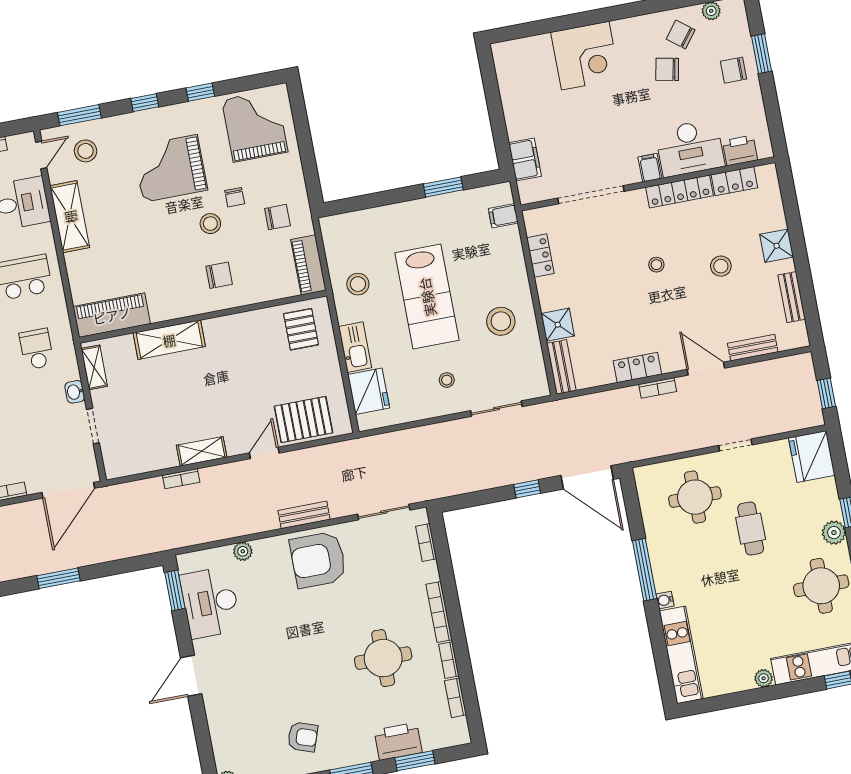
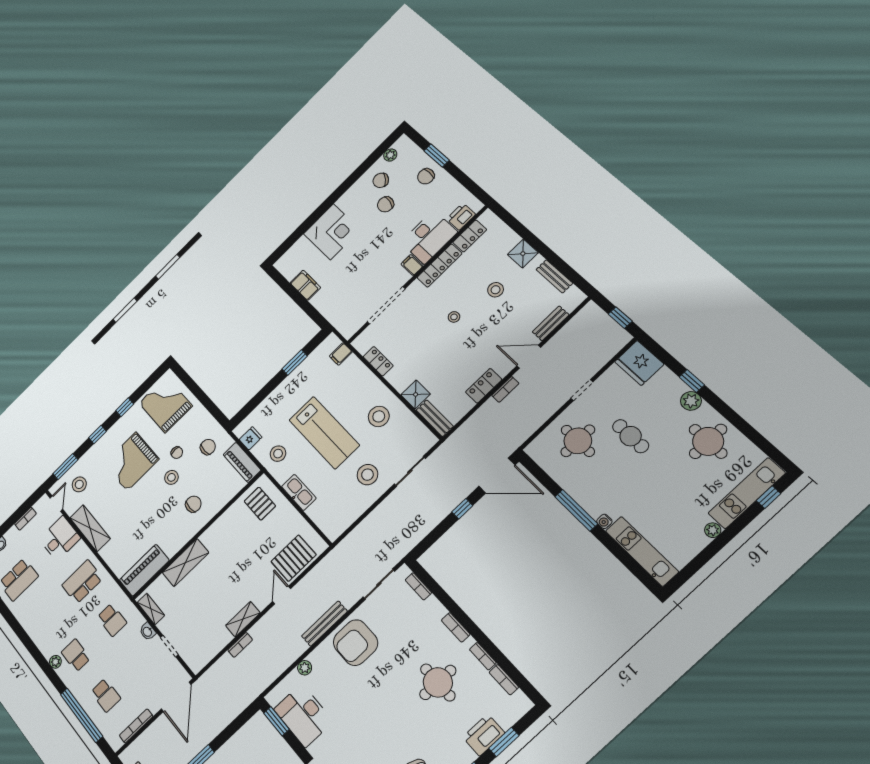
filing cabinet: (525, 159) -> (305, 285), moved
school desk: (37, 349) -> (112, 620), turned 180
stool: (447, 380) -> (367, 475), width x1.89, depth x1.89
fridge: (369, 391) -> (251, 438), moved, width x0.53, depth x0.75
bench: (304, 515) -> (324, 624), width x1.36
bookcase: (439, 612) -> (456, 627), width x0.64

